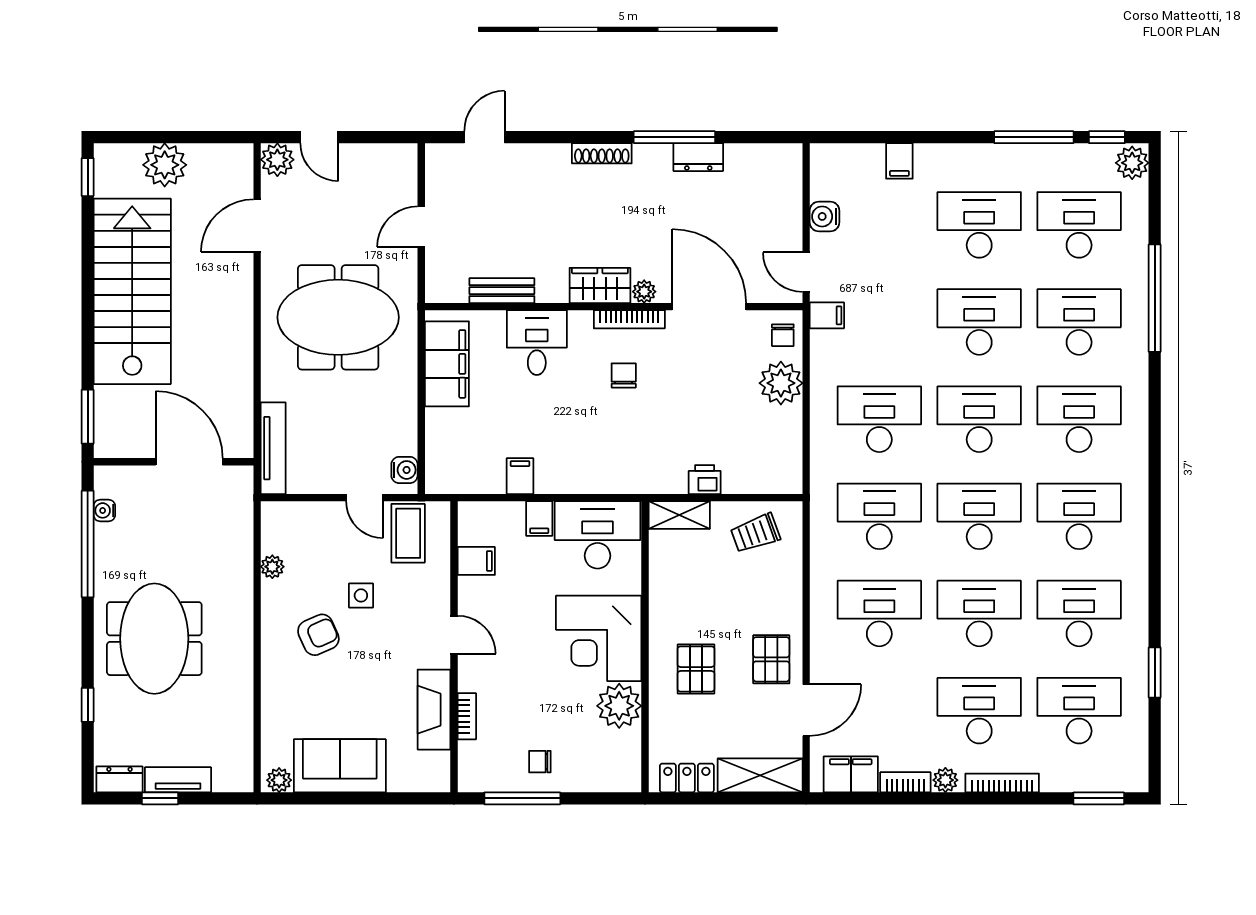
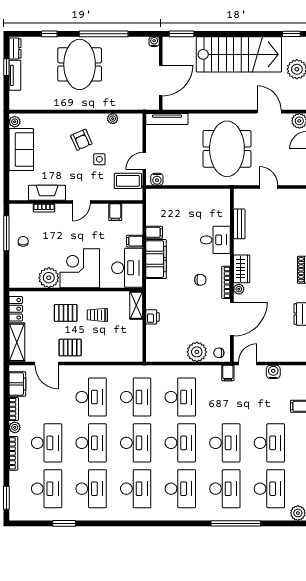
filing cabinet: (447, 364) -> (156, 259), moved, turned -90
water cooler: (104, 510) -> (154, 42), moved
trolley: (755, 533) -> (97, 315), moved, turned -70
window: (88, 544) -> (104, 34), moved
meeting table: (154, 639) -> (80, 64), turned 90

